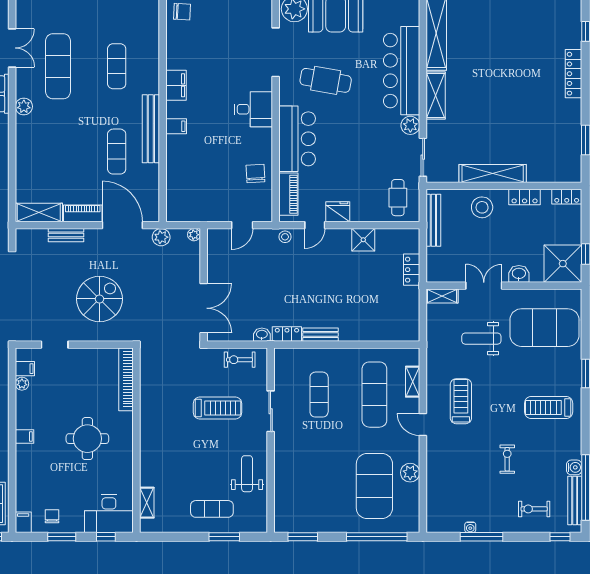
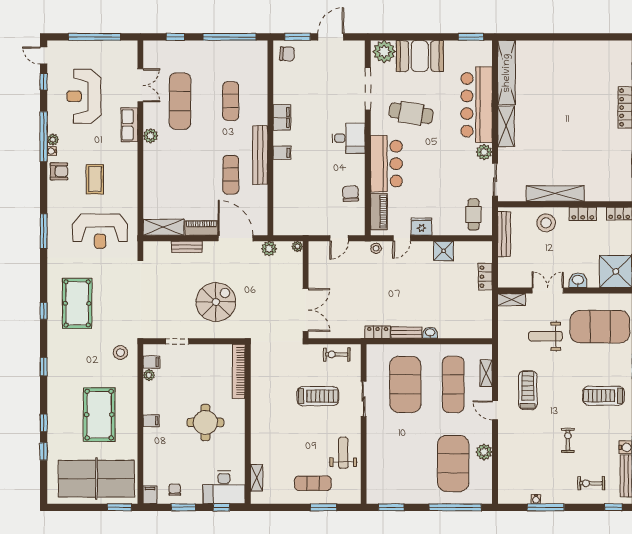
washbasin: (262, 335) -> (430, 333), moved
exercise mat: (319, 395) -> (405, 384), width x2.00, depth x1.45

